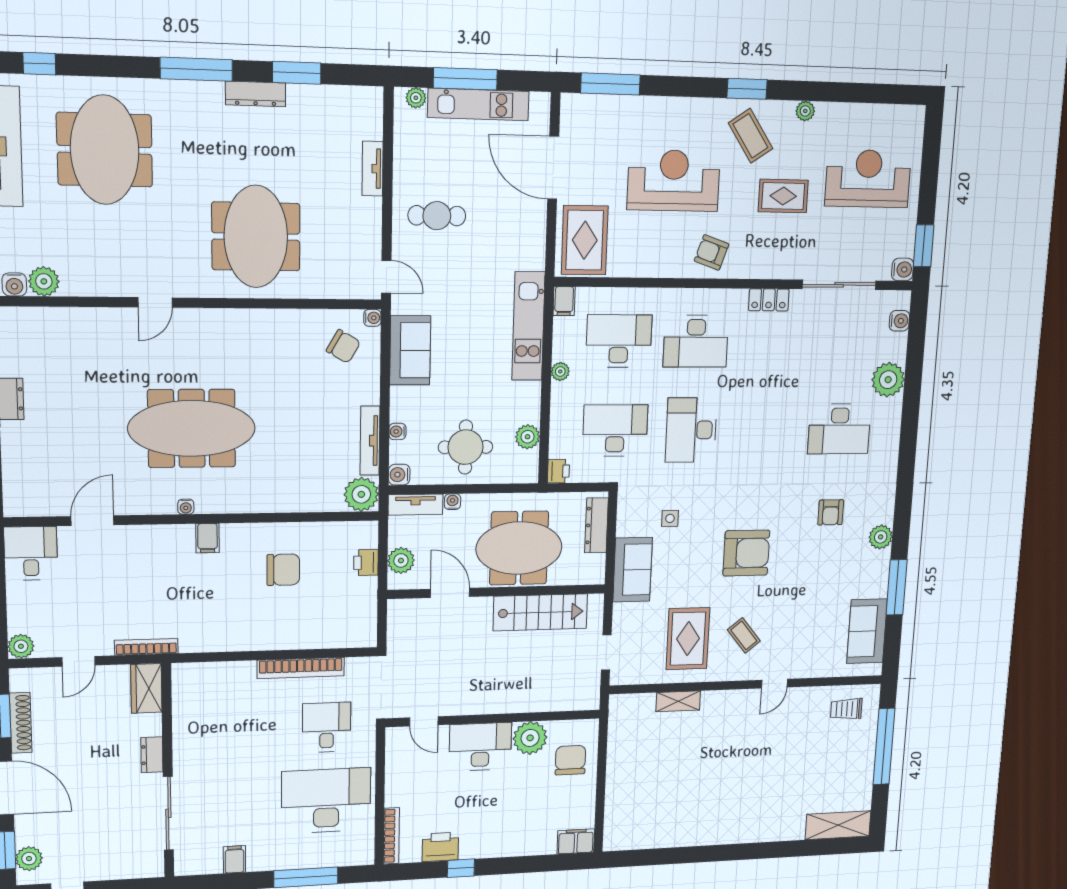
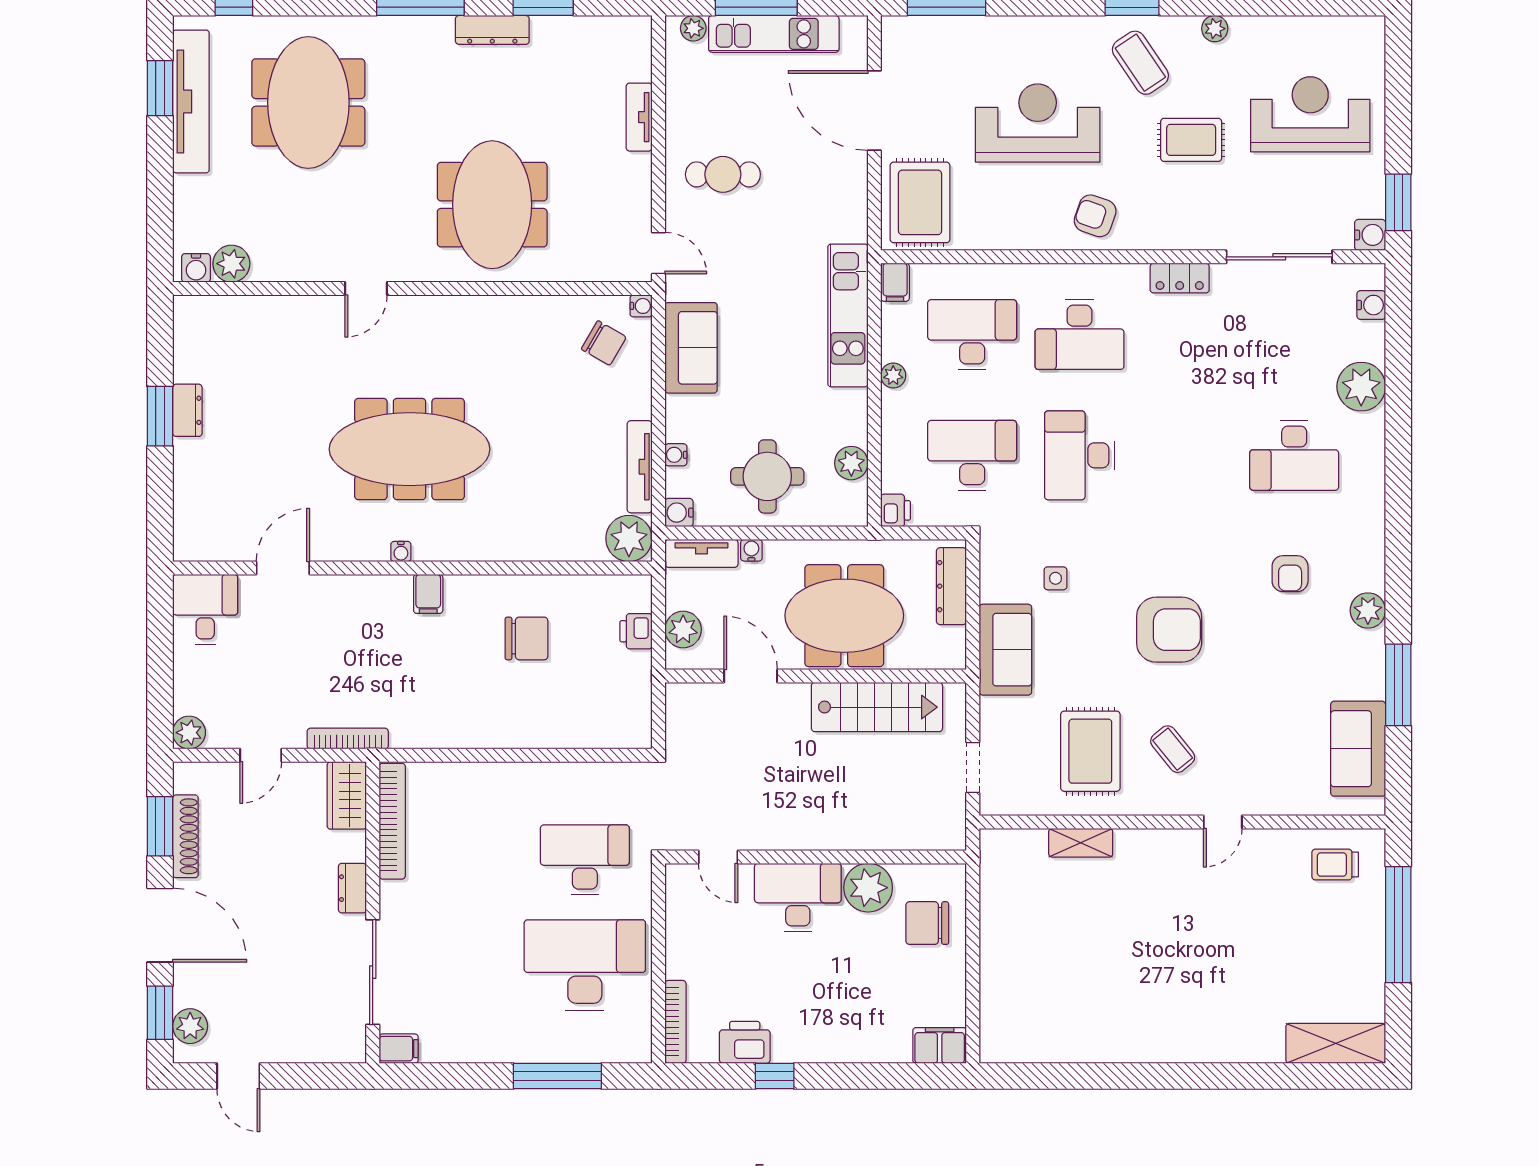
bookcase: (301, 668) -> (392, 821), moved, turned -90
desk: (327, 727) -> (585, 860), width x1.37
chair: (570, 760) -> (927, 923), turned -90
filing cabinet: (235, 859) -> (399, 1049), moved, turned 90

